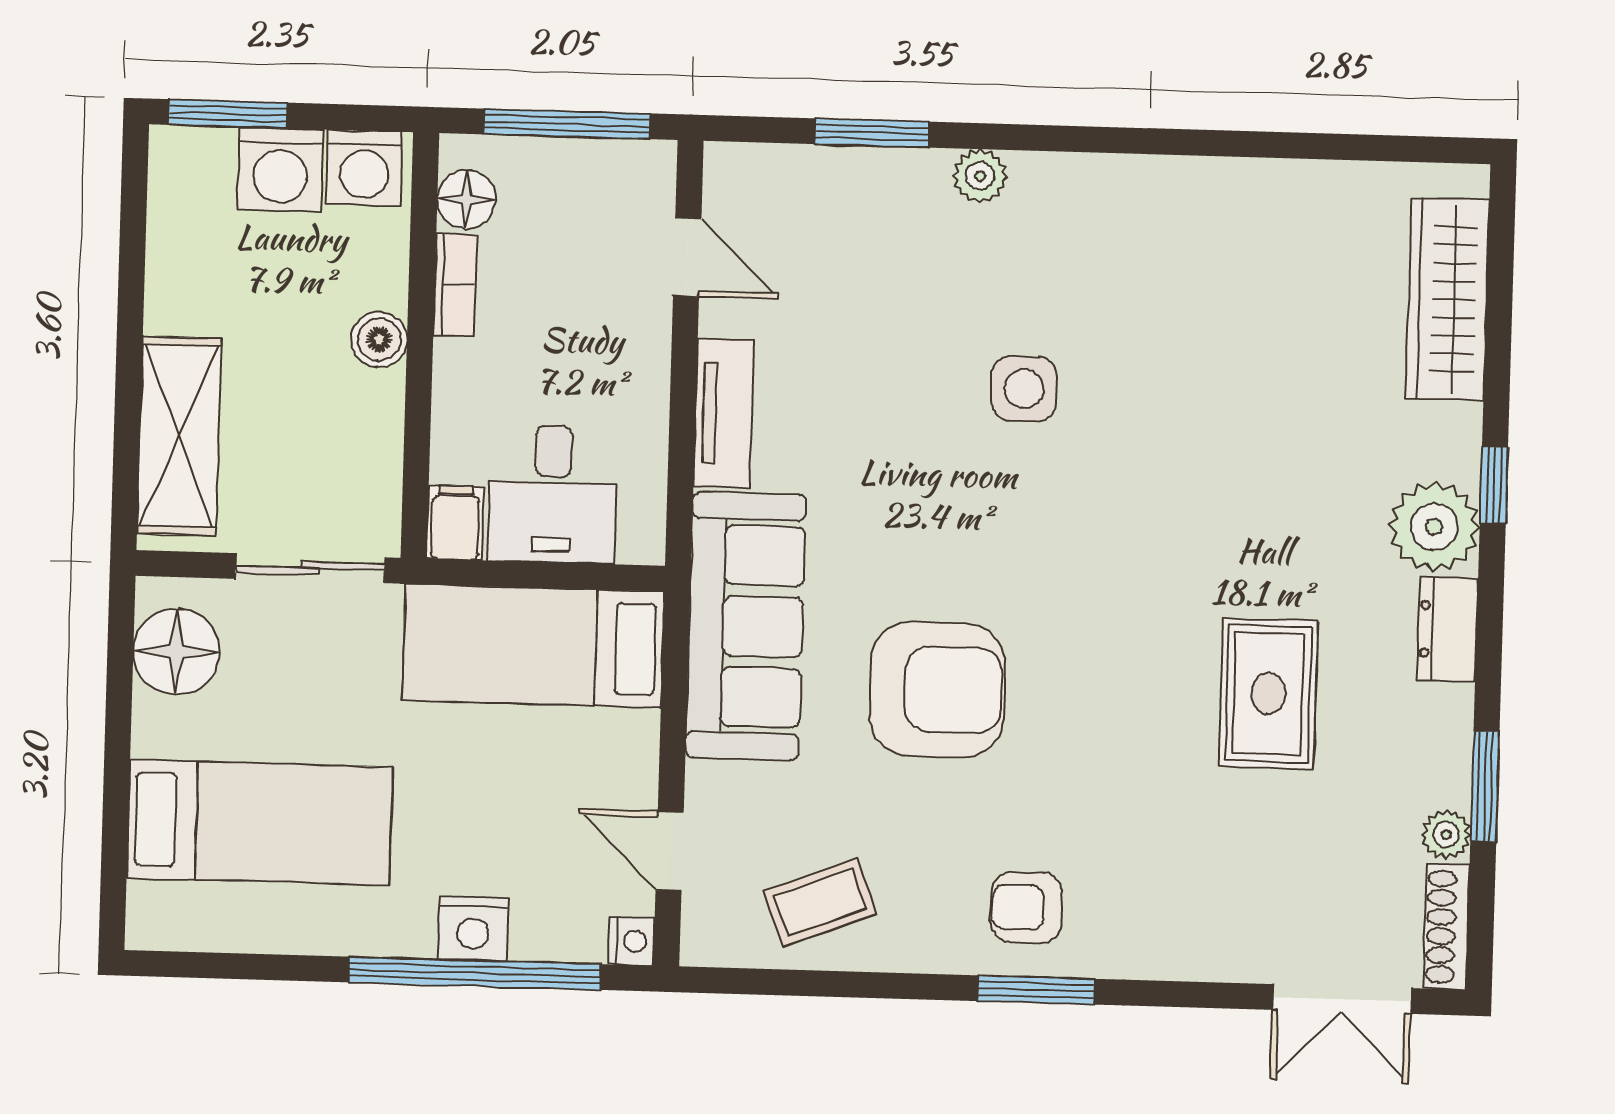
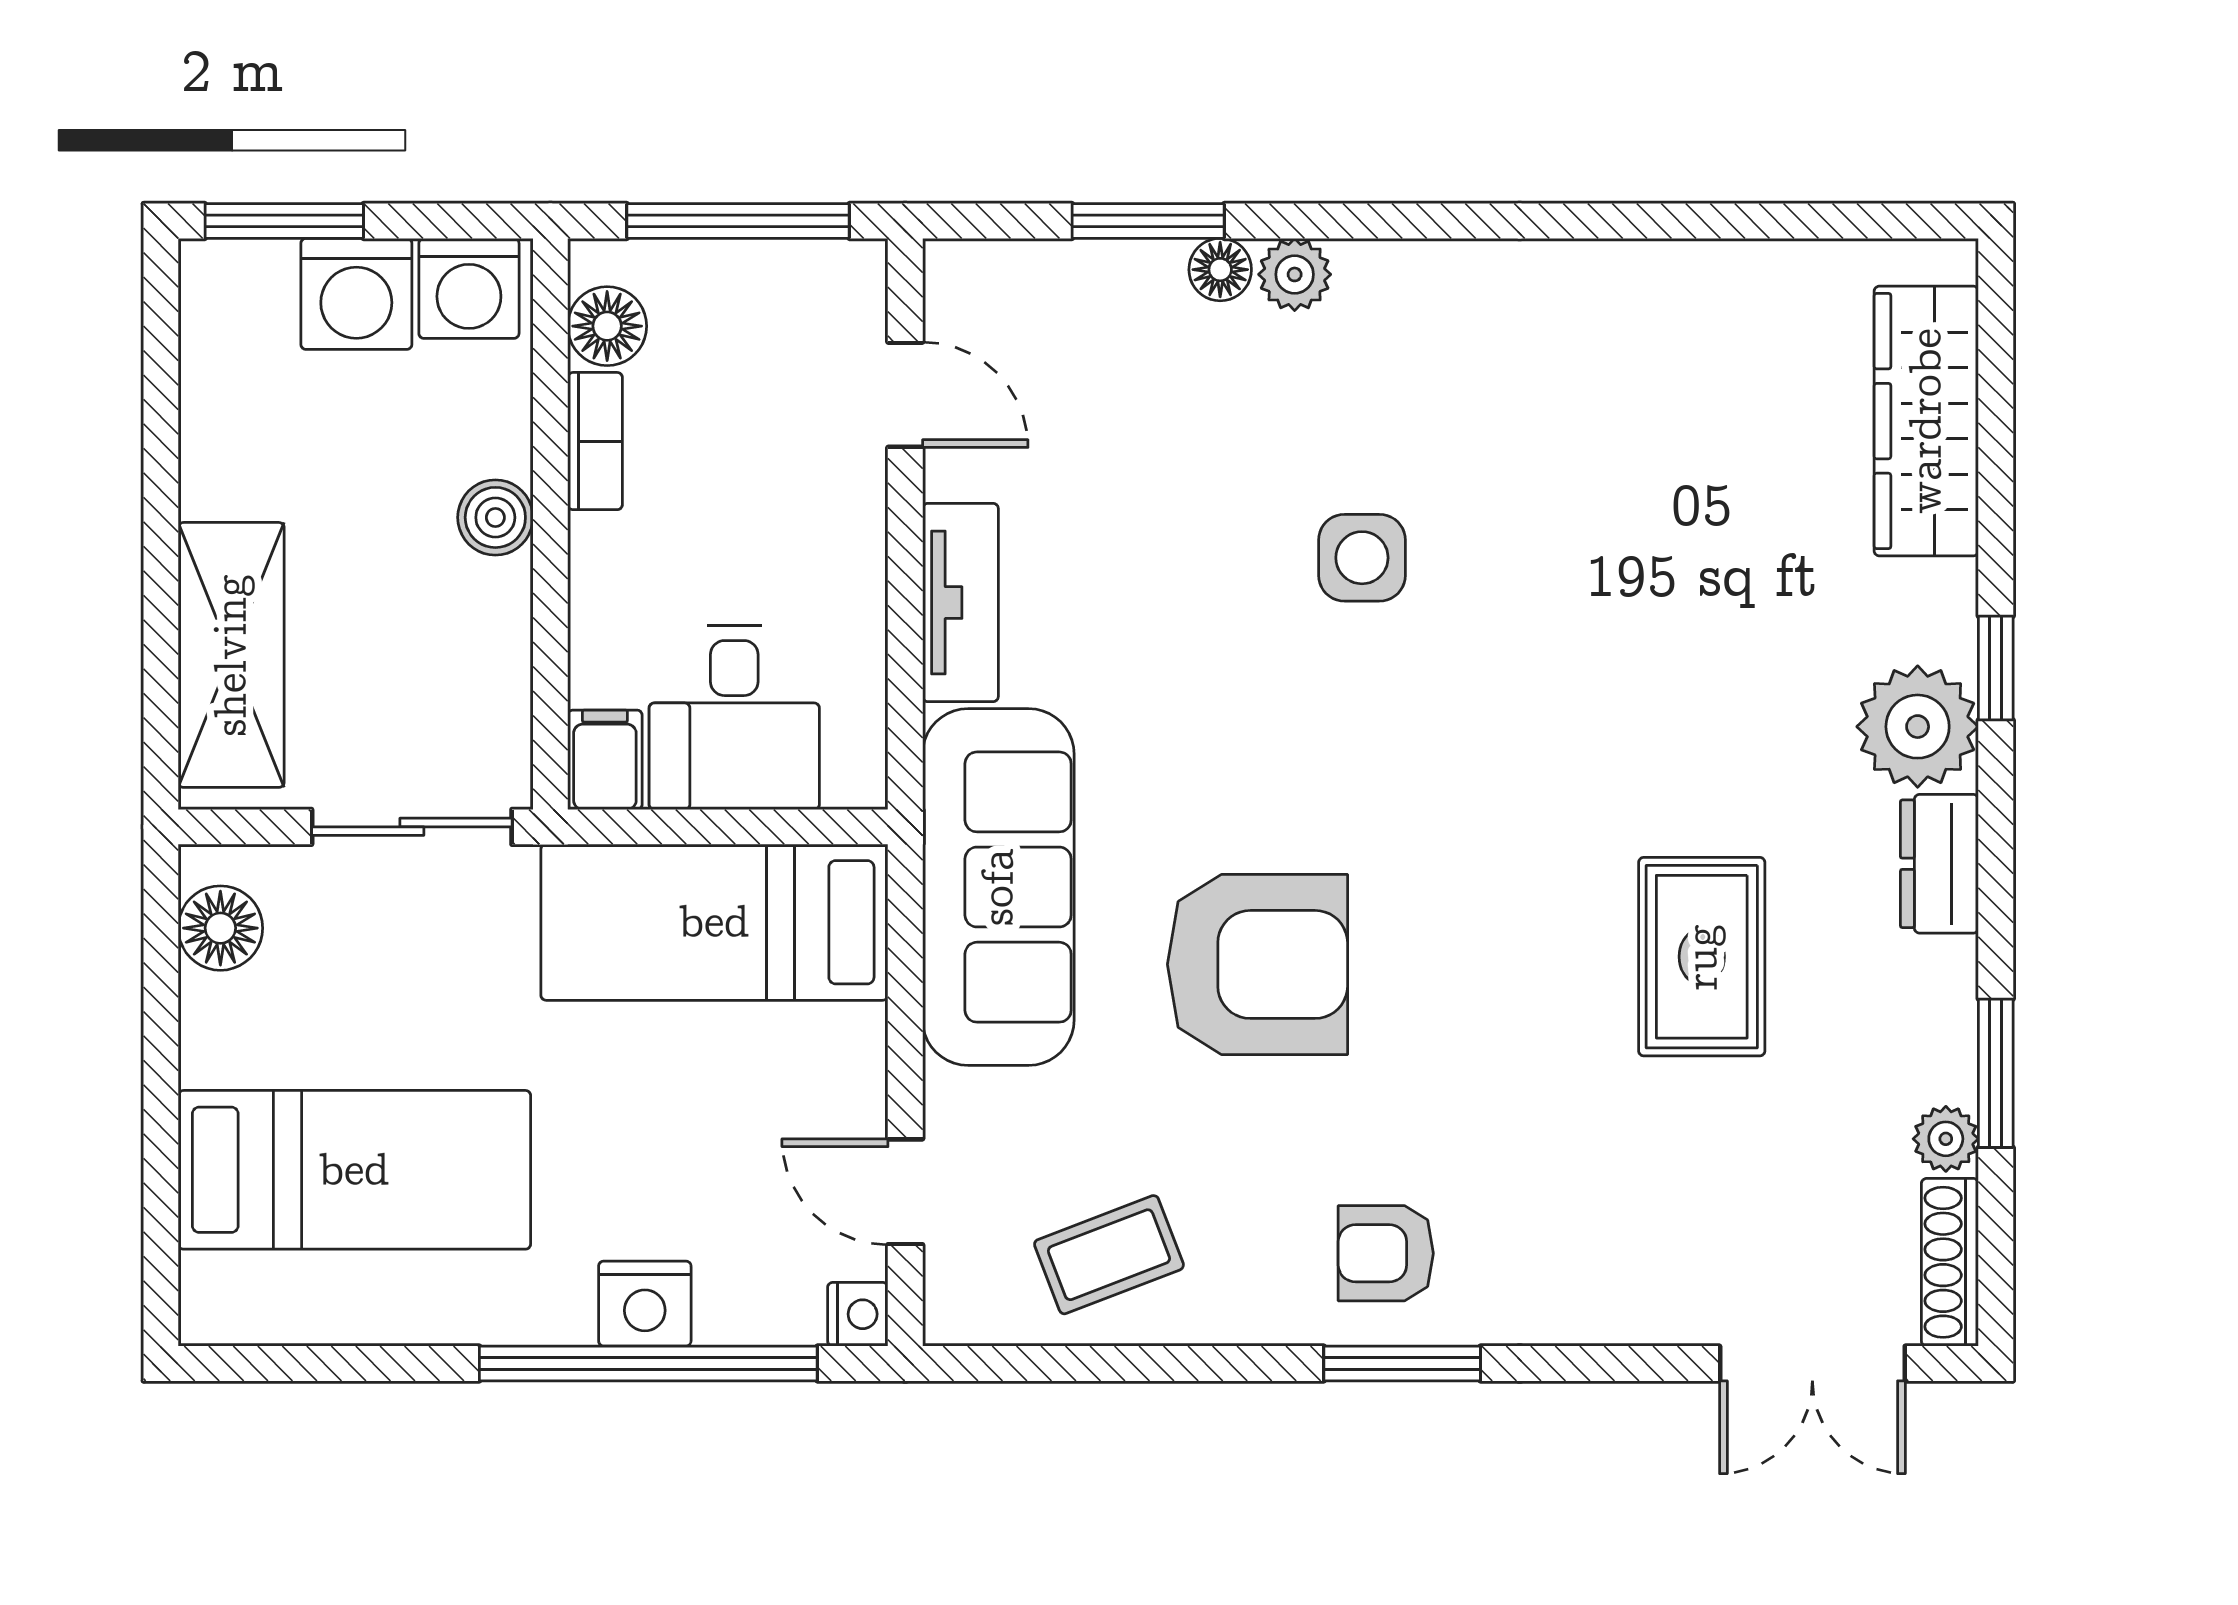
floor lamp: (925, 171) -> (1220, 270), added
floor lamp: (177, 651) -> (220, 928), width x0.73, depth x0.73

